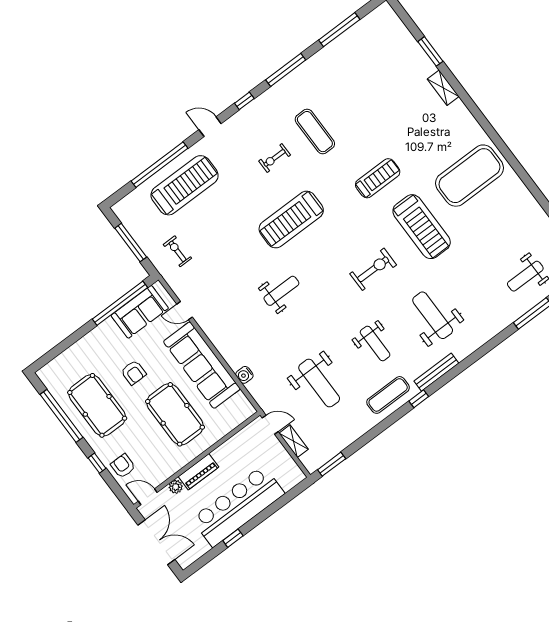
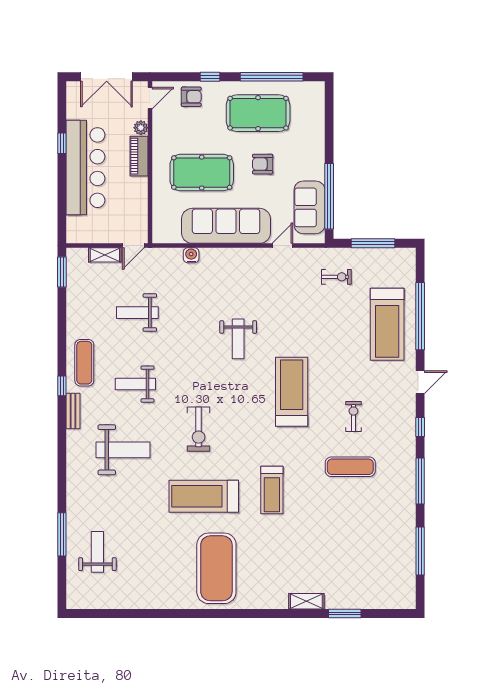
bench: (436, 372) -> (73, 411), width x0.73
weight bench: (319, 383) -> (137, 313), width x0.73, depth x0.75

